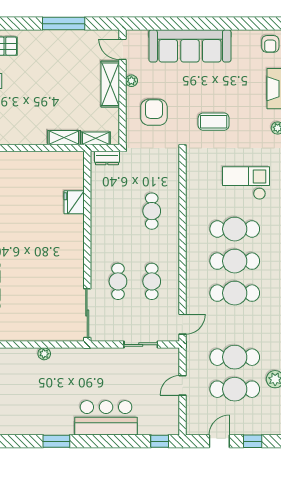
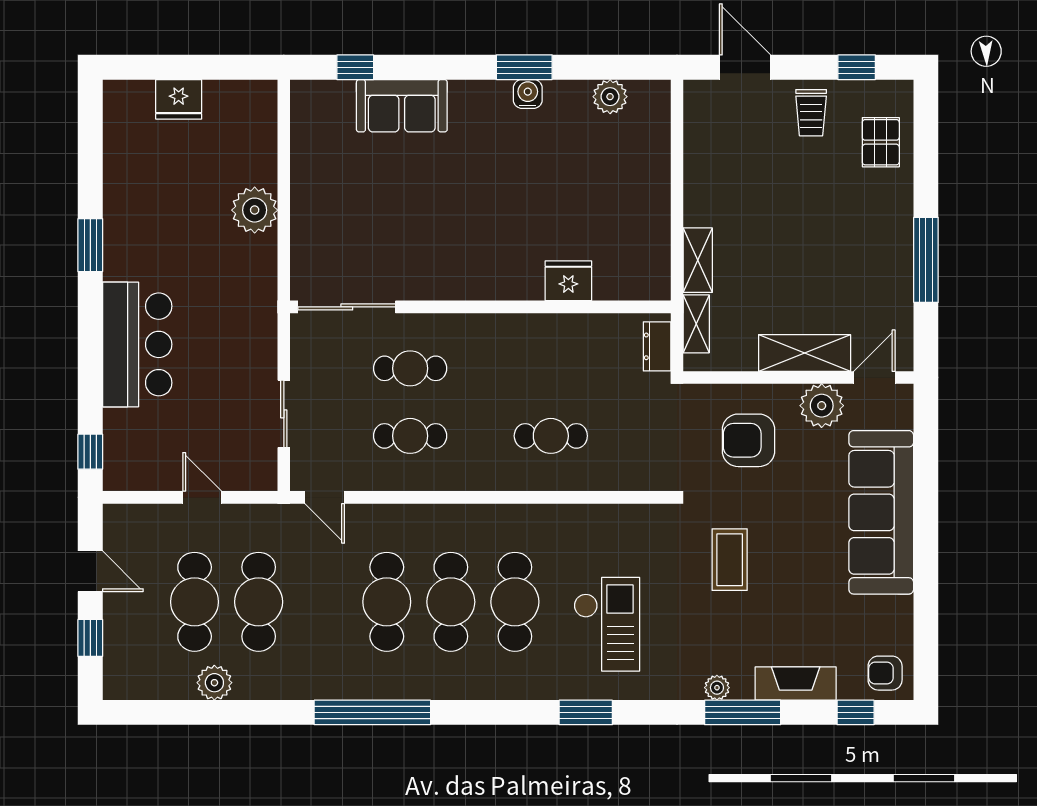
plant: (131, 81) -> (822, 406), width x1.87, depth x1.87
armchair: (154, 112) -> (749, 440), turned 180
plant: (44, 354) -> (255, 210), width x1.88, depth x1.88

